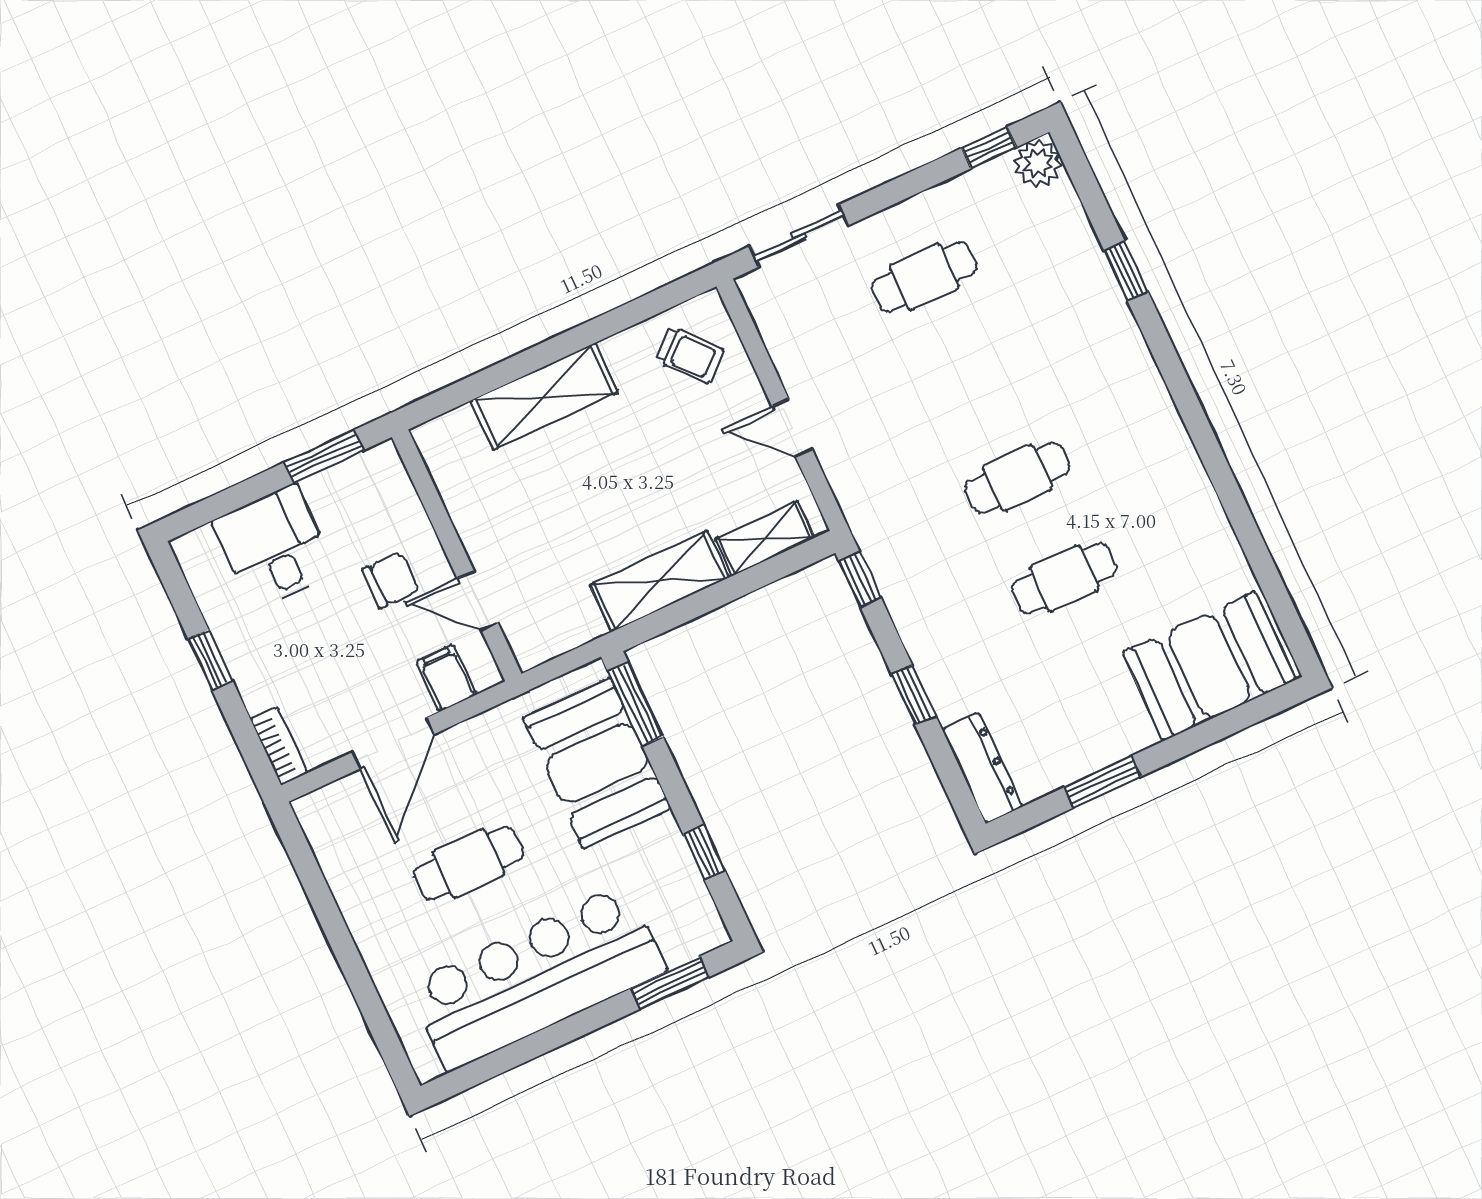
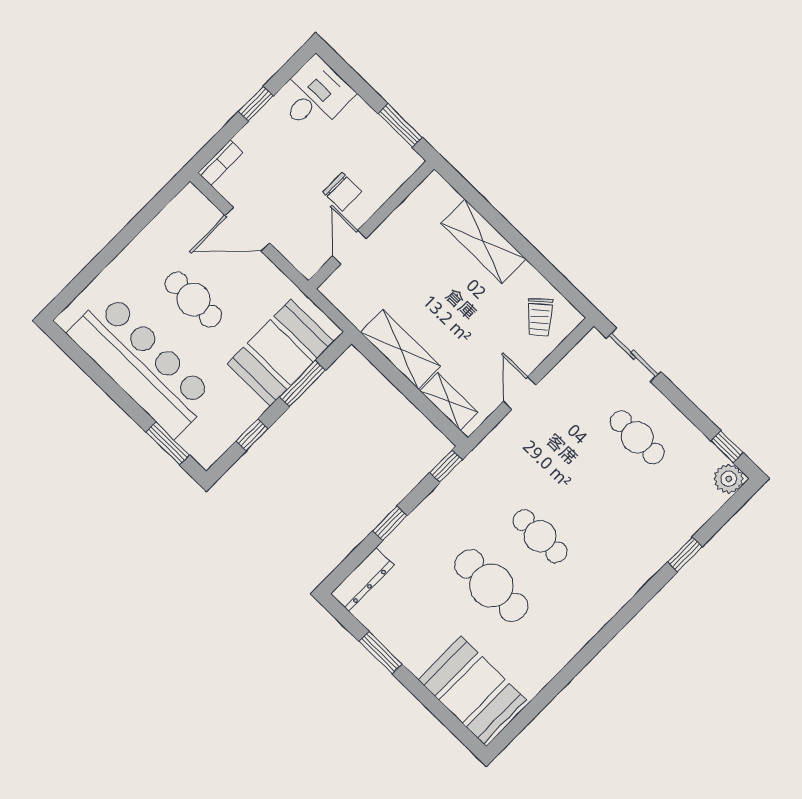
desk: (274, 547) -> (315, 96), moved
cafe table: (1064, 578) -> (491, 586), width x1.37, depth x1.35
filing cabinet: (446, 678) -> (297, 246), removed
window: (635, 704) -> (302, 384), moved

